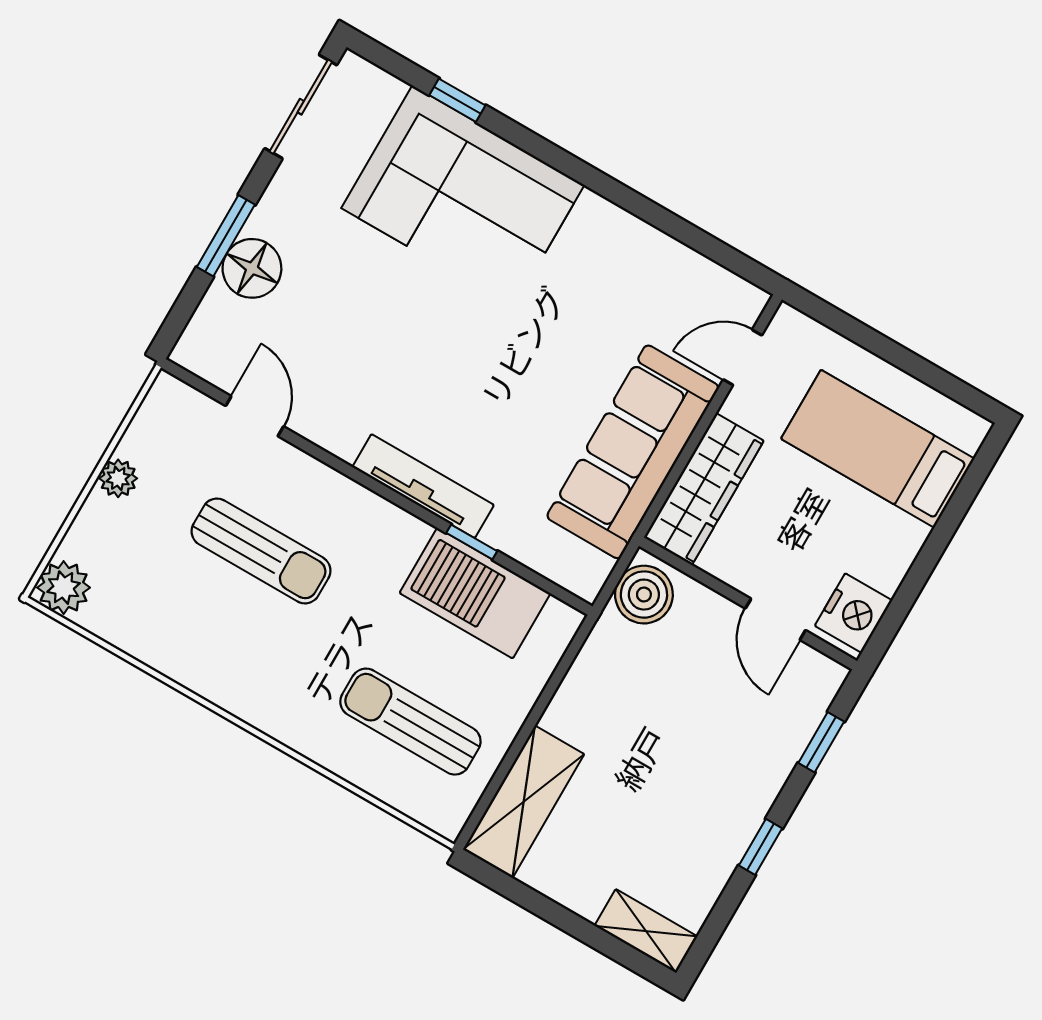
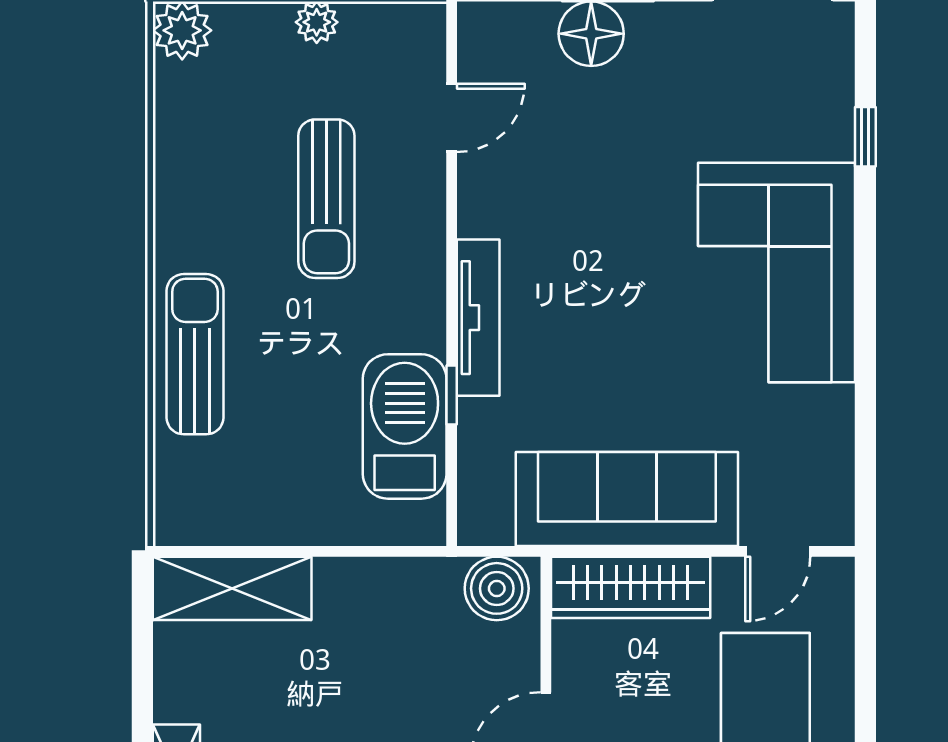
corner sofa: (463, 196) -> (777, 273), moved
door: (743, 357) -> (778, 551), swing flipped
sun lounger: (410, 722) -> (195, 354), moved

